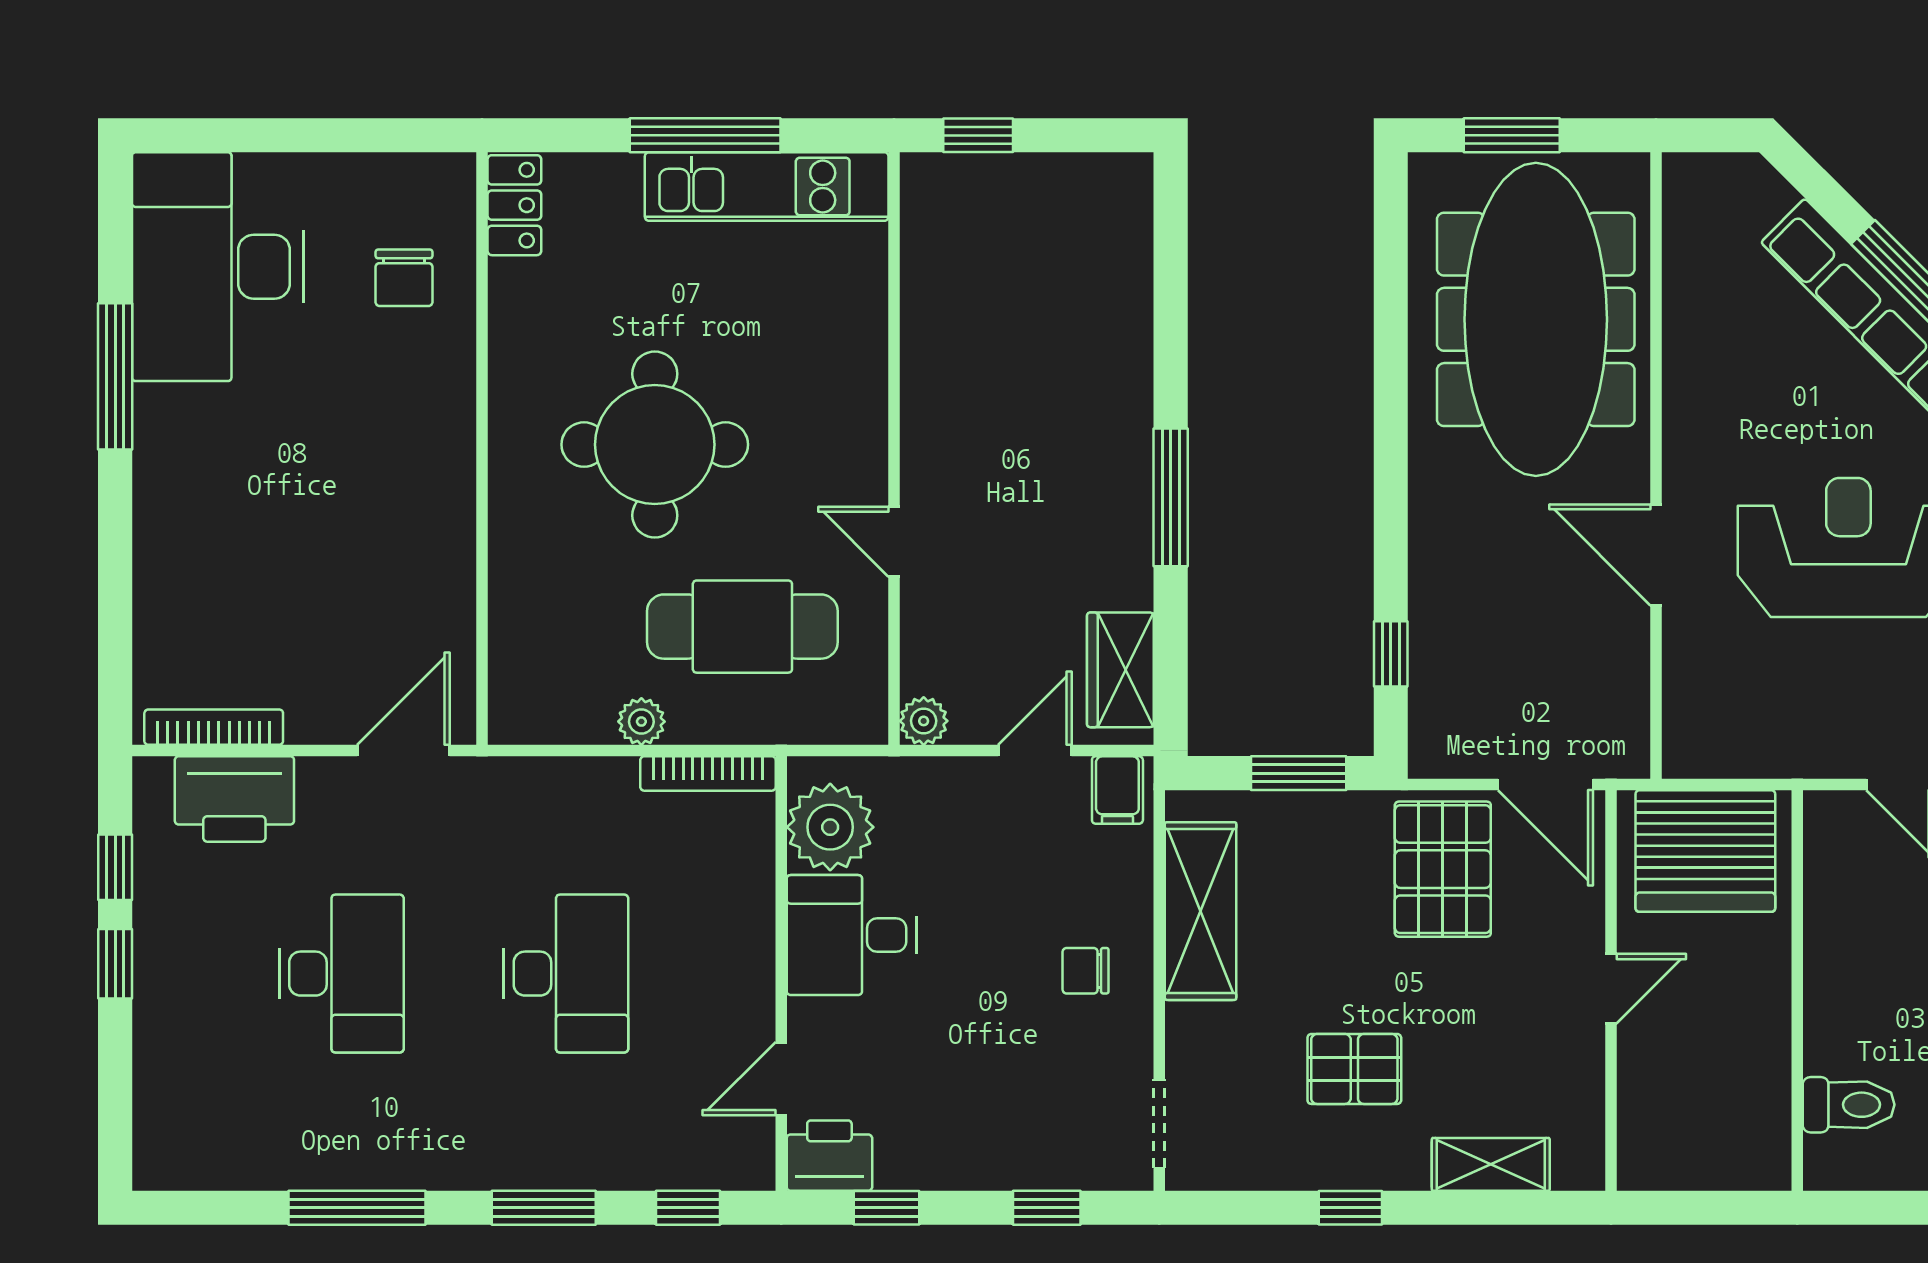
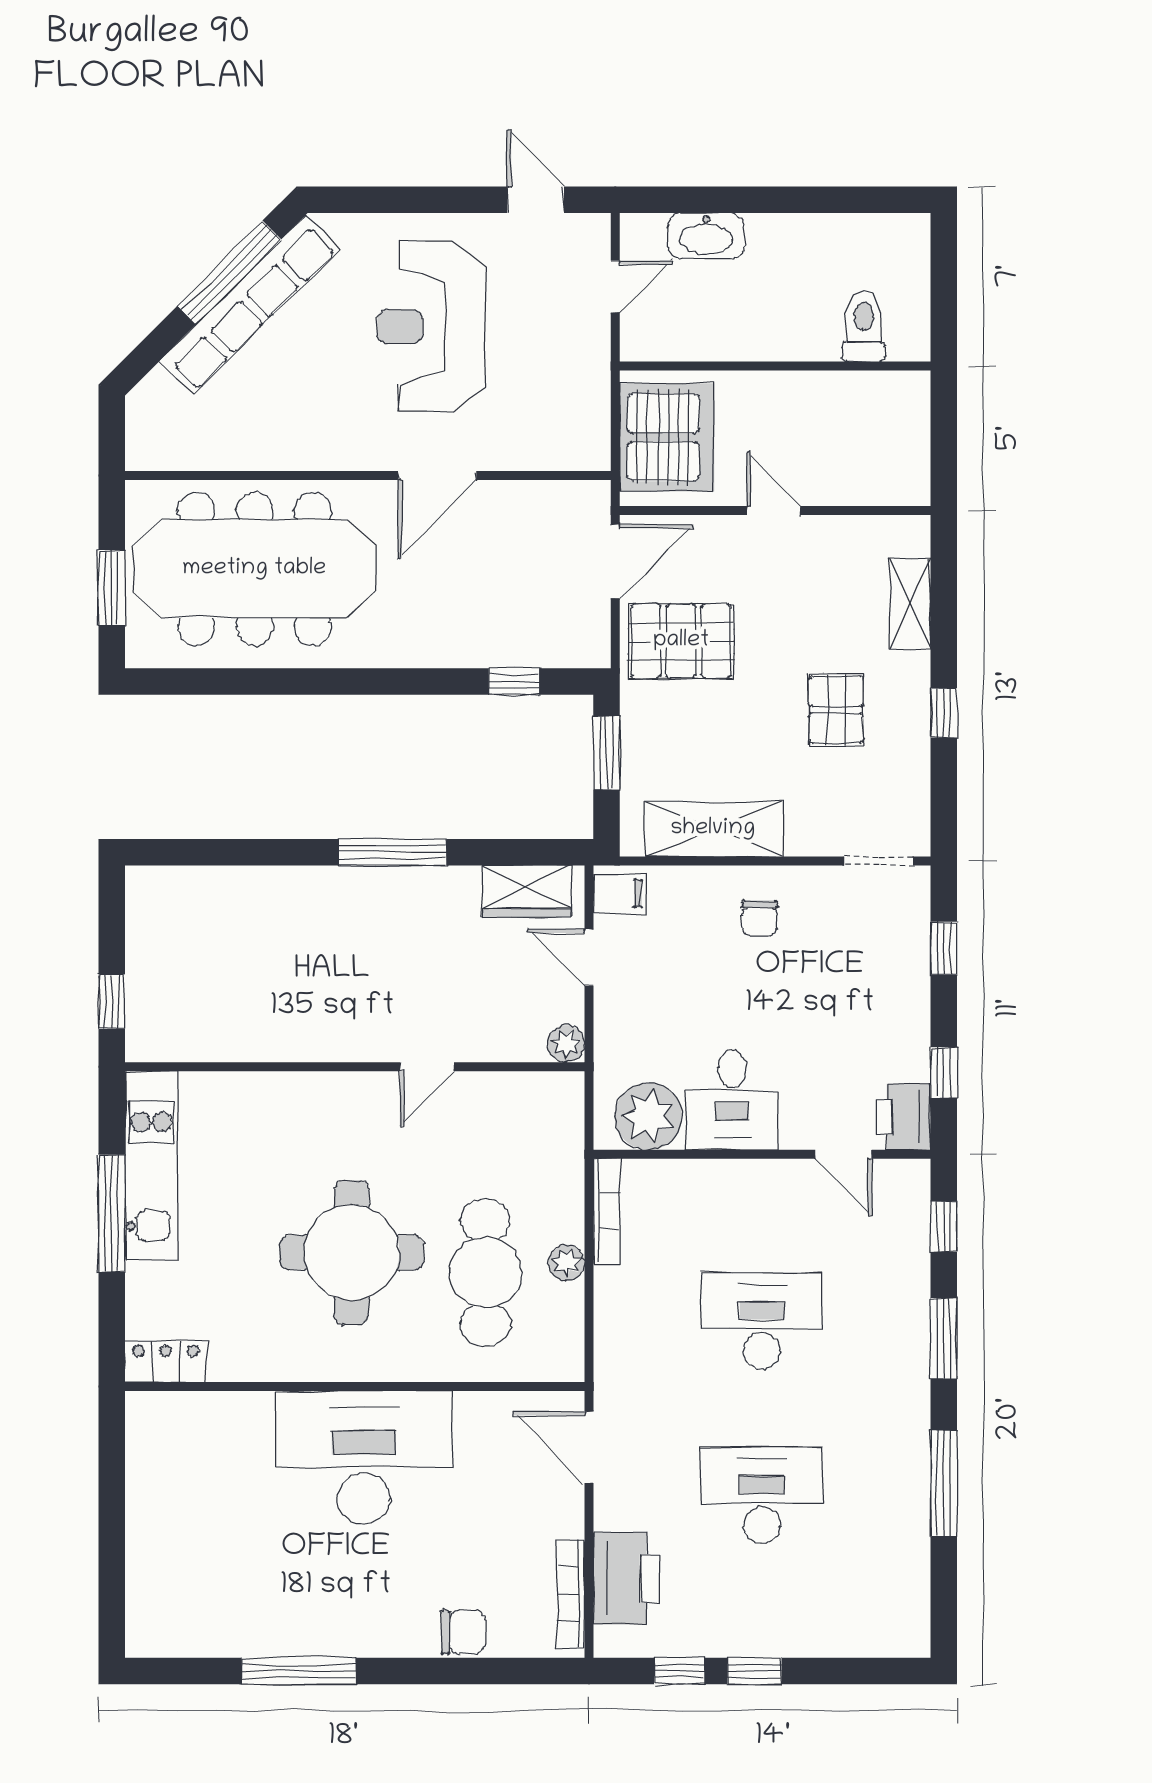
desk: (218, 267) -> (364, 1457), moved, turned 180
chair: (404, 278) -> (463, 1632), moved
cafe table: (742, 627) -> (485, 1272), moved

